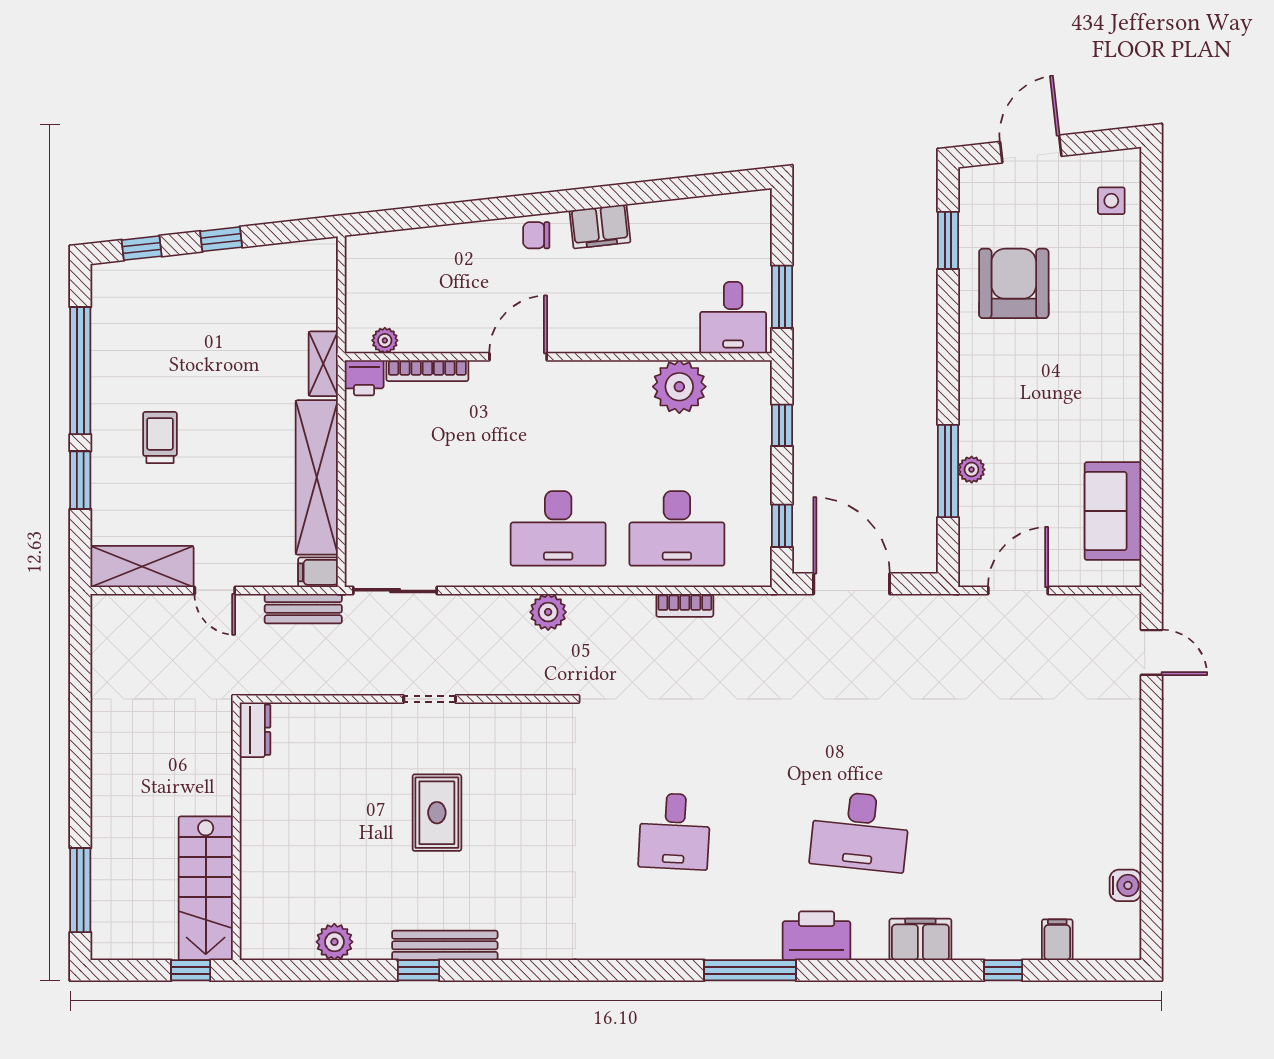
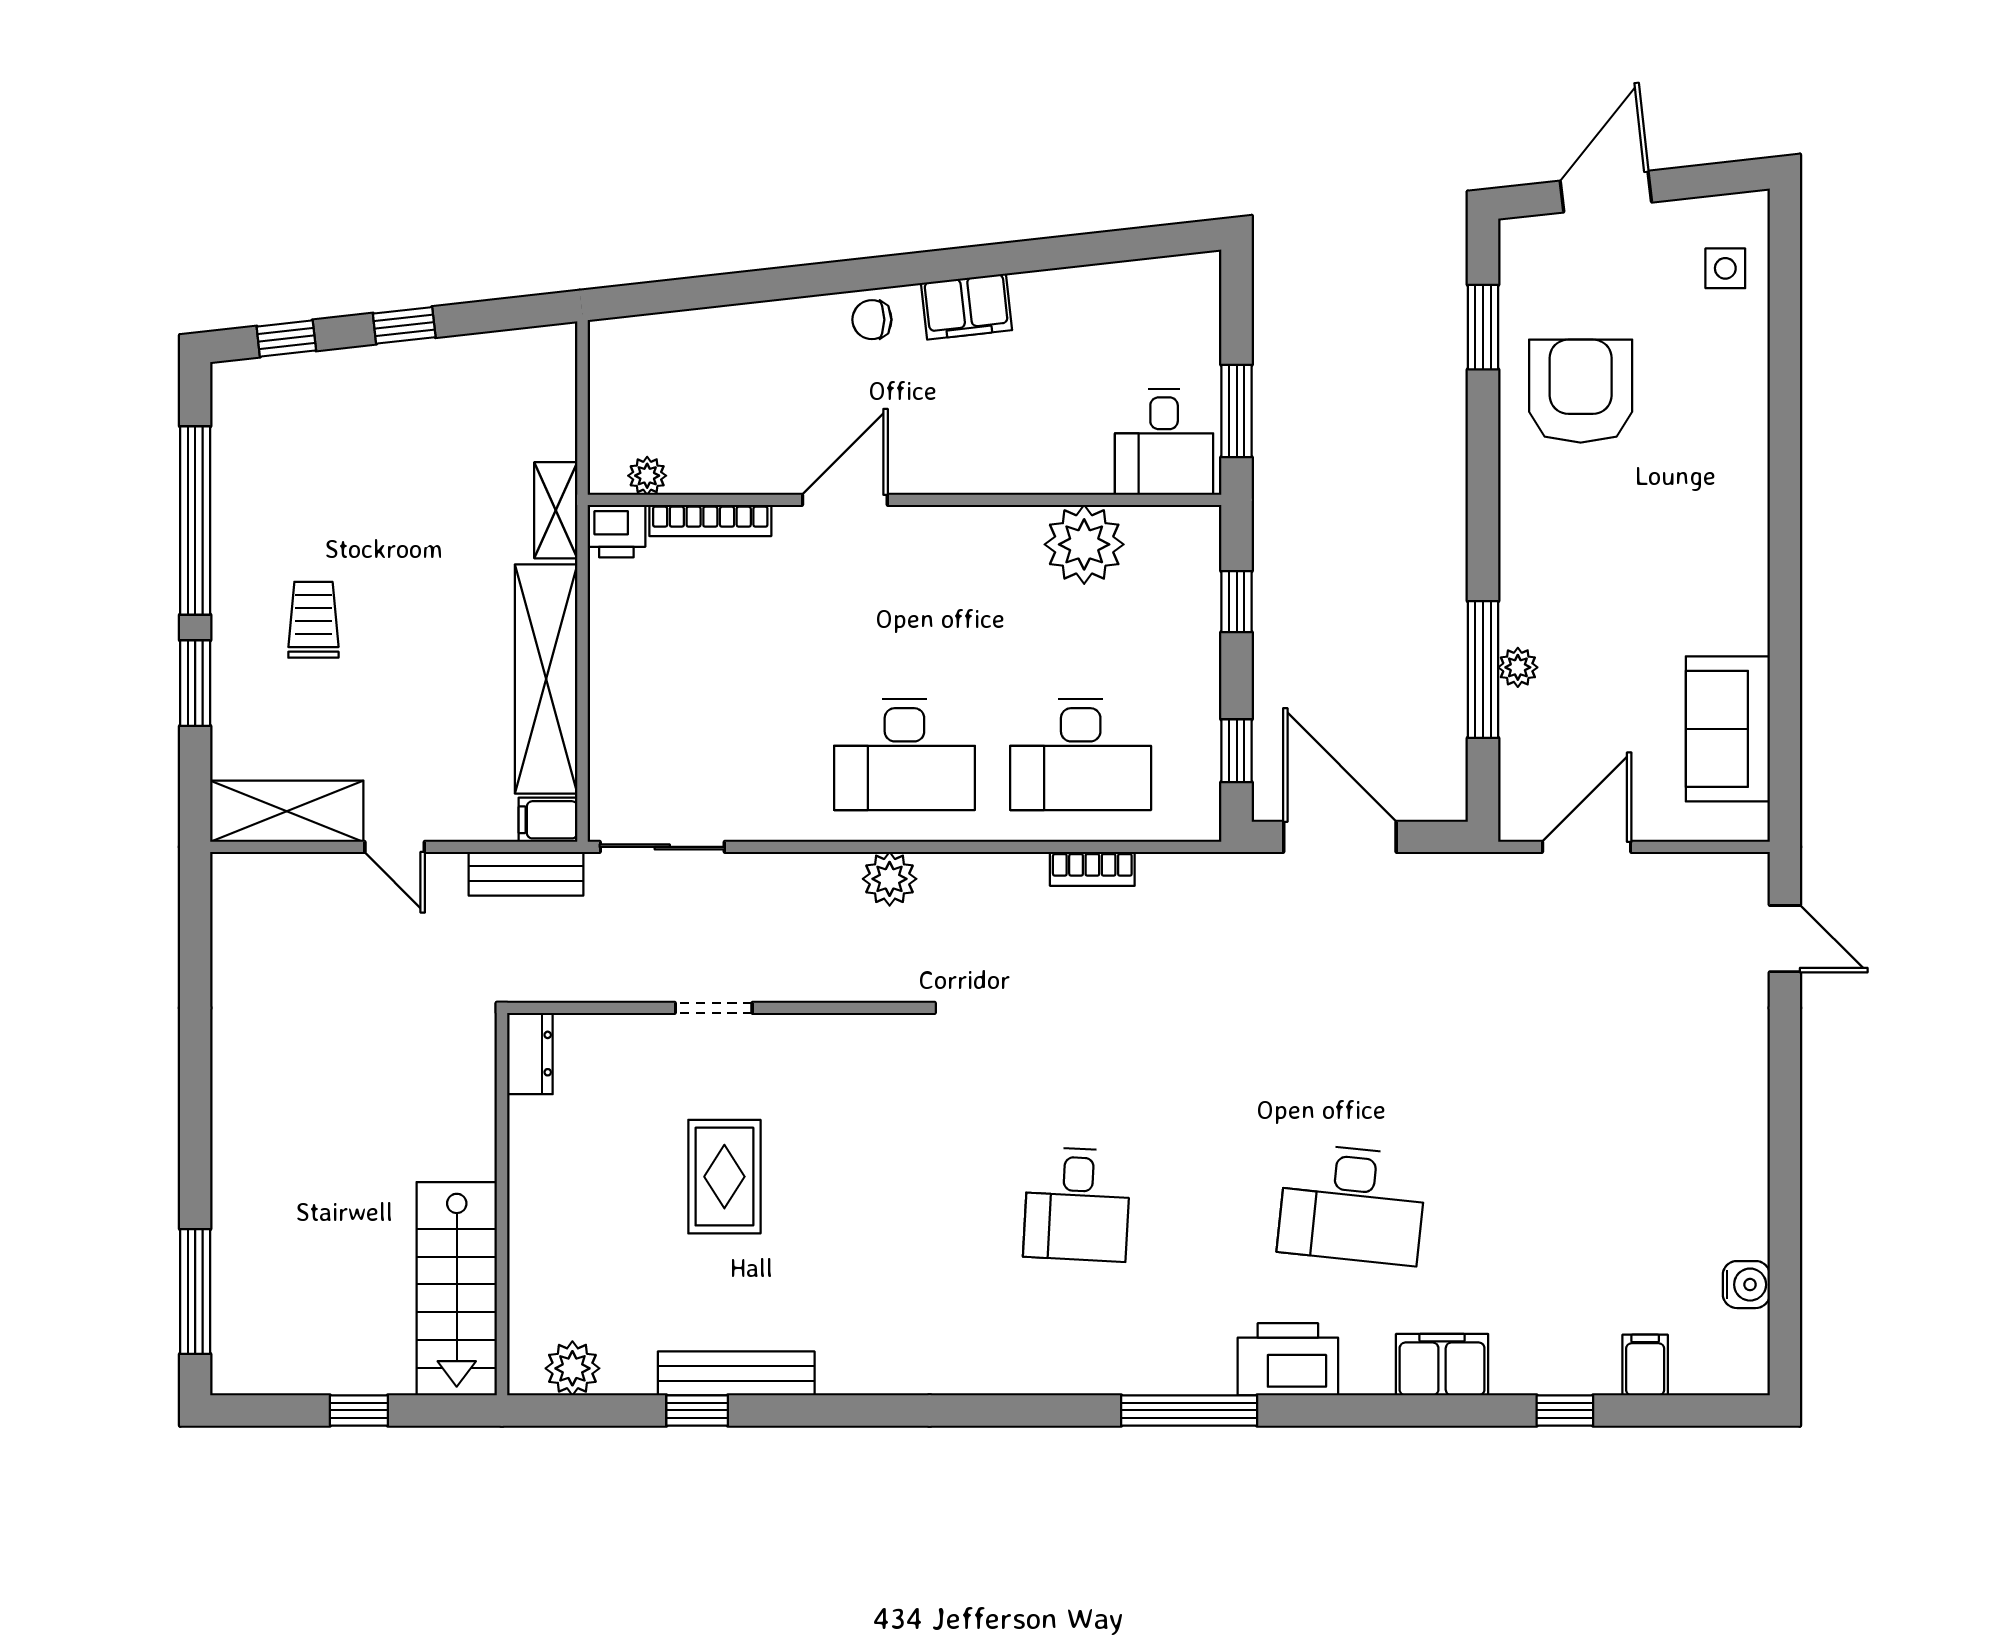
dresser: (255, 730) -> (530, 1054), moved
wall: (236, 831) -> (502, 1204), moved
stairs: (206, 888) -> (457, 1289), moved

